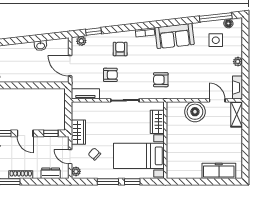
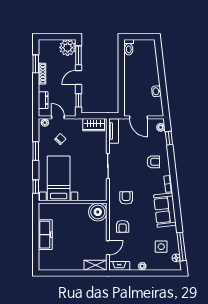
door: (70, 66) -> (139, 117), swing flipped
armchair: (110, 75) -> (123, 226), moved
boiler: (195, 112) -> (98, 212), moved
wardrobe: (157, 122) -> (89, 195), removed
wardrobe: (78, 132) -> (94, 125), moved
door: (70, 157) -> (58, 117), hinge flipped
freezer: (219, 171) -> (45, 235), moved
window: (132, 182) -> (36, 187), moved

